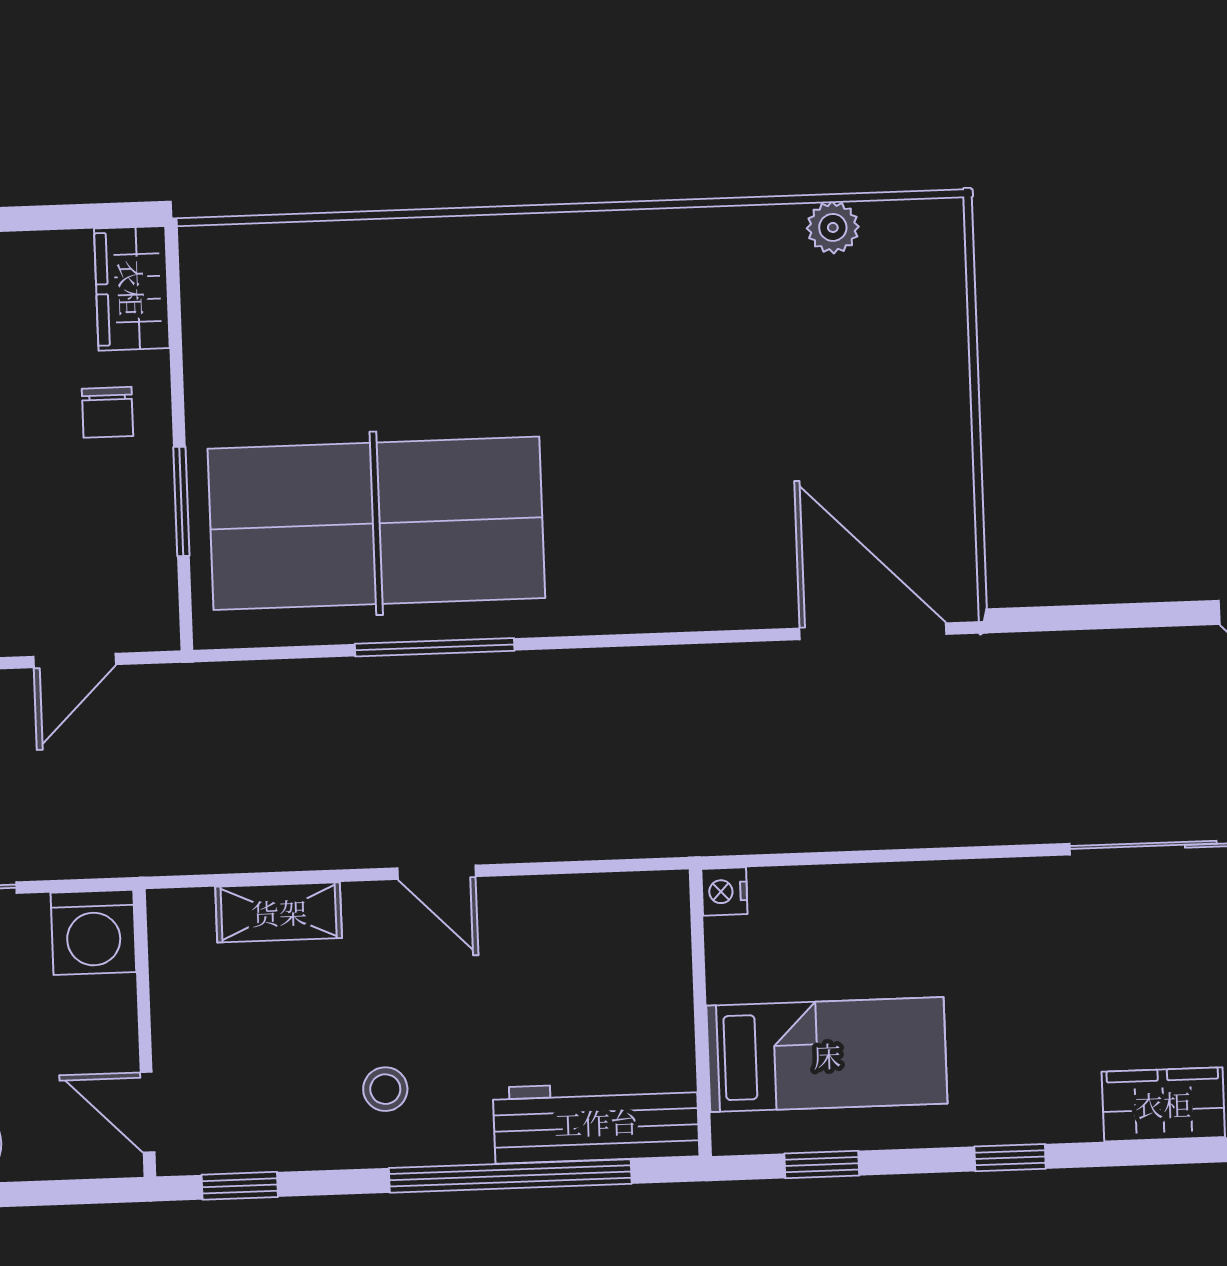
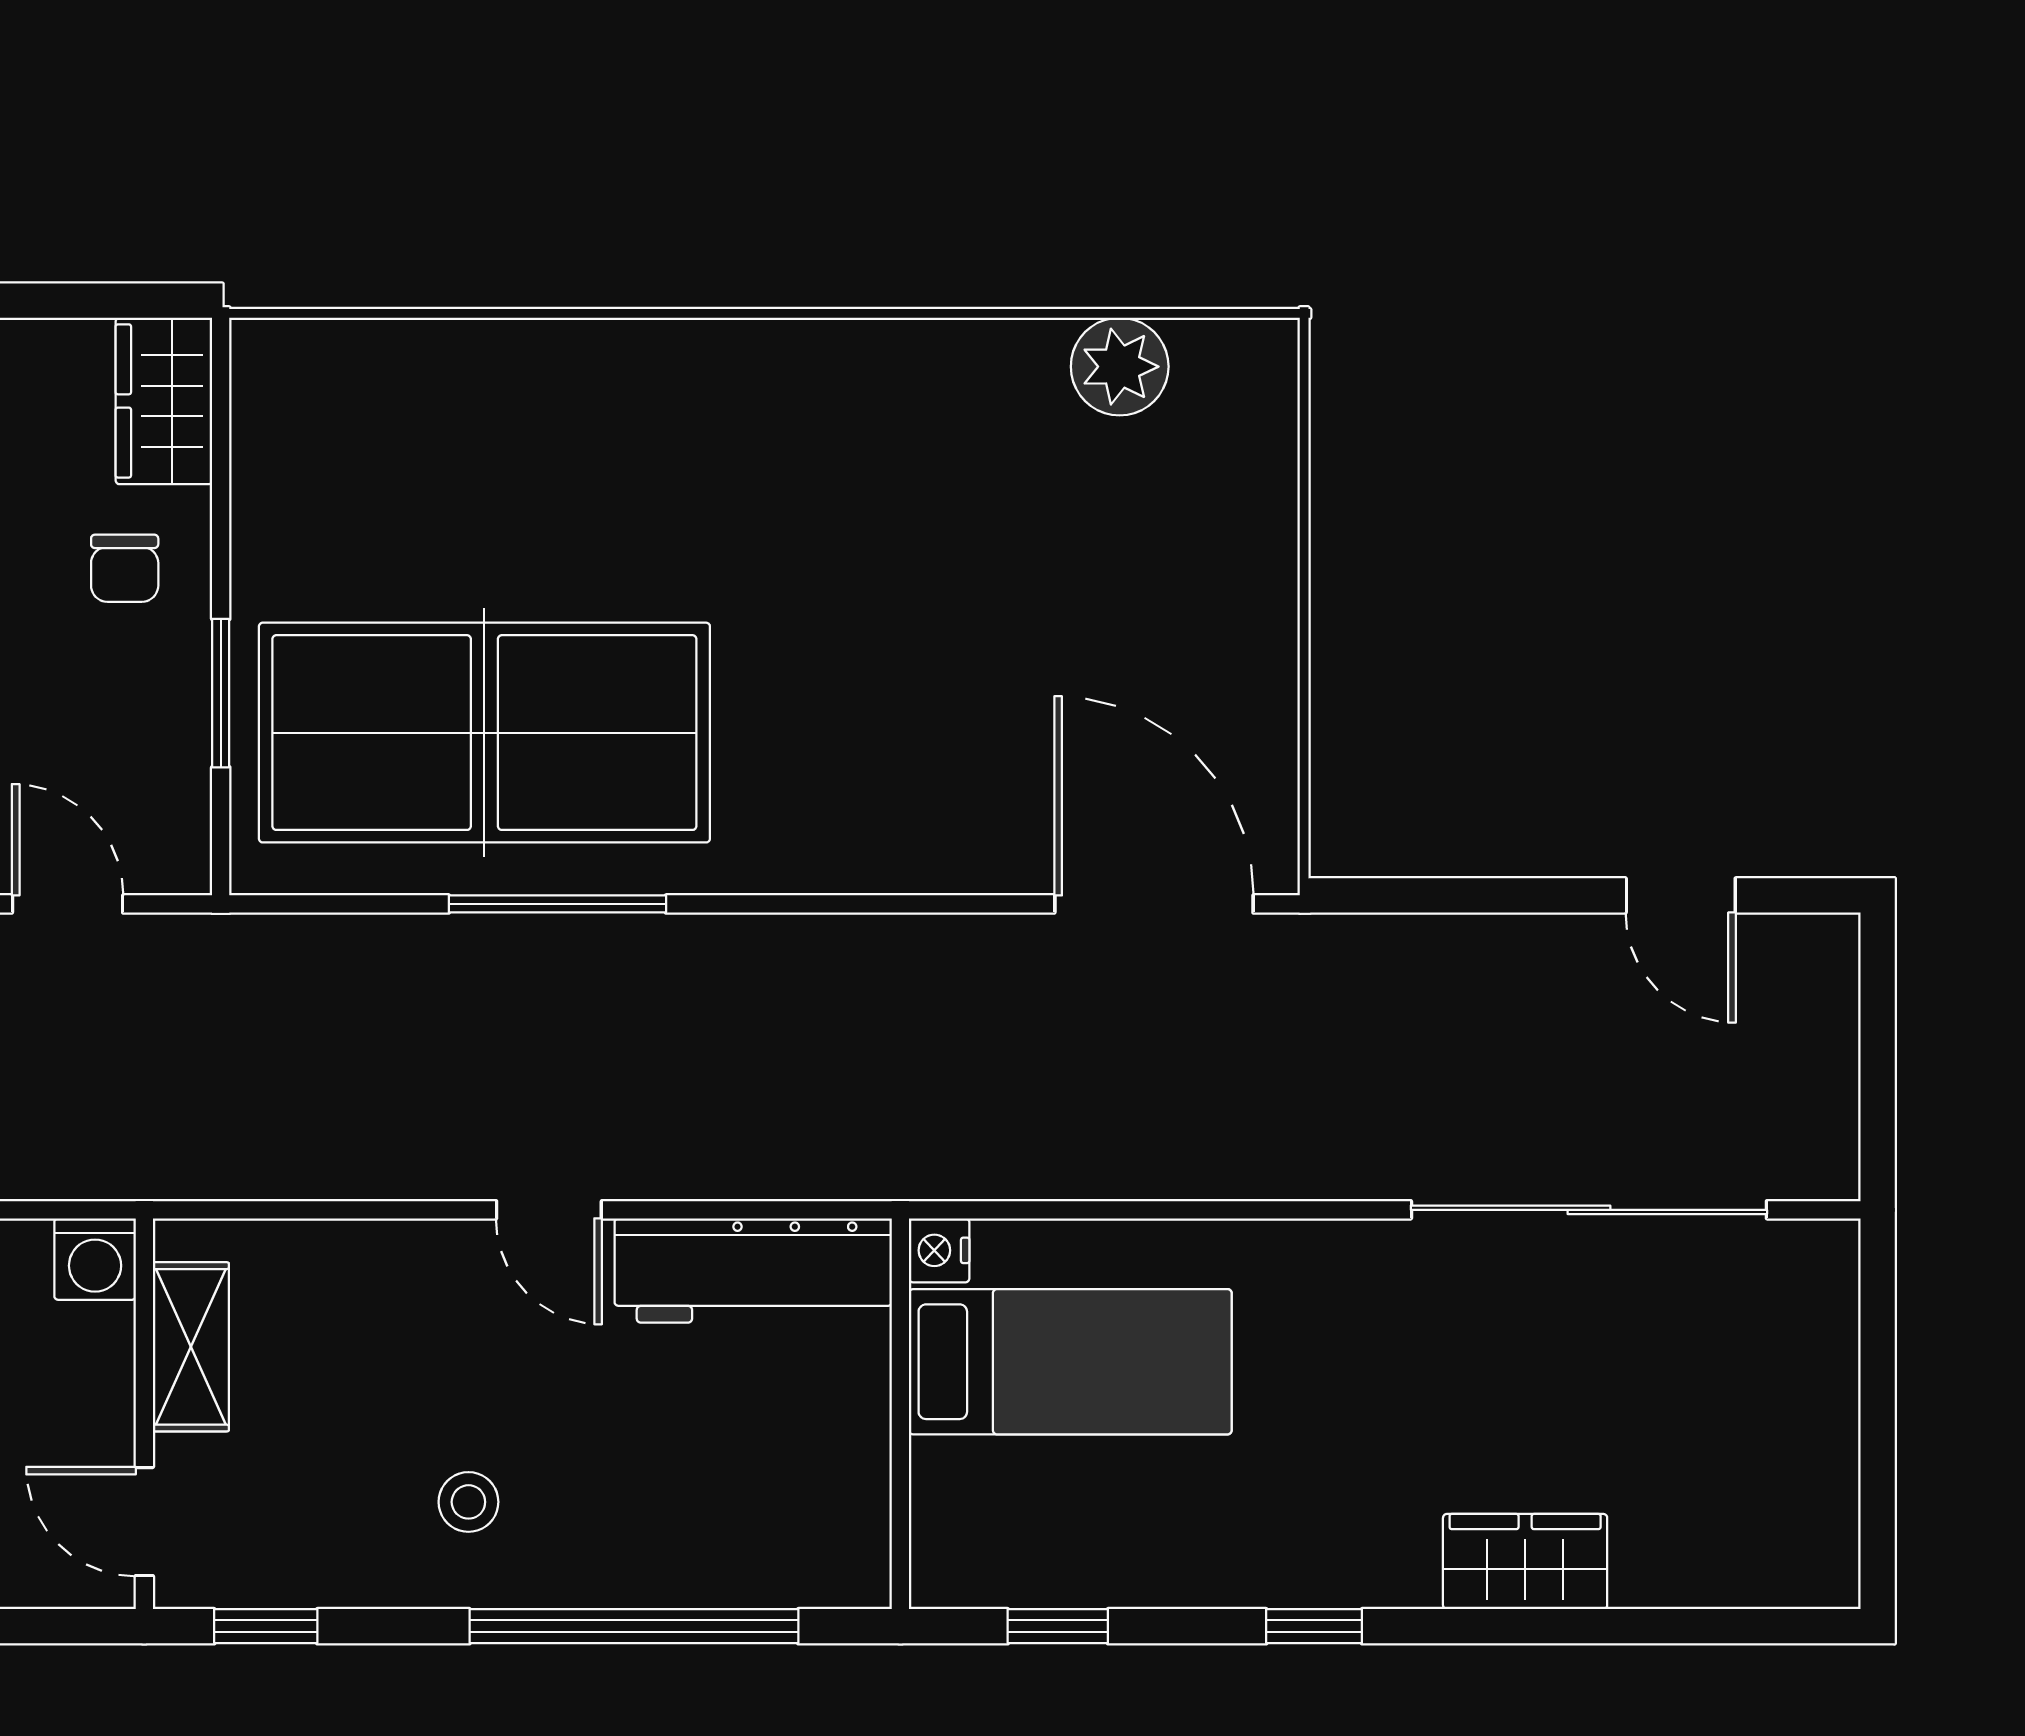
plant: (833, 227) -> (1120, 367), width x1.38, depth x1.38
door: (75, 660) -> (68, 904), swing flipped
shelving: (279, 912) -> (191, 1347), moved, turned 90
washing machine: (93, 932) -> (95, 1259), width x0.73, depth x0.73
bed: (827, 1055) -> (1070, 1362), moved
workbench: (596, 1122) -> (753, 1270), moved, turned 180

